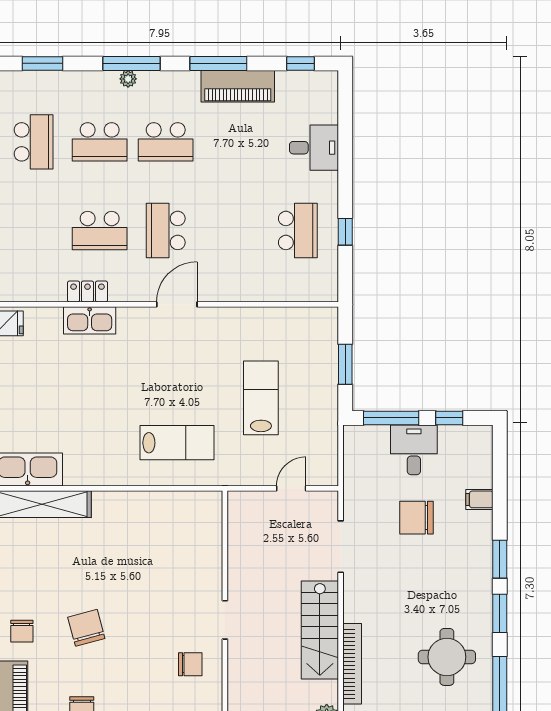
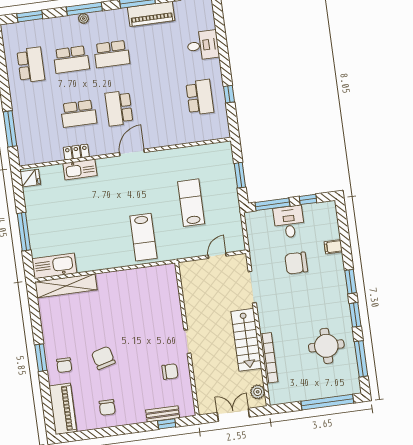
lab bench: (177, 443) -> (143, 237), turned 90

